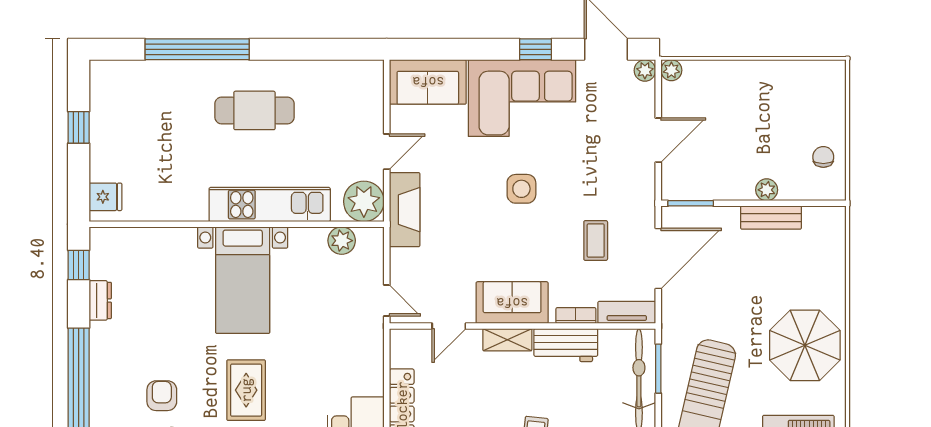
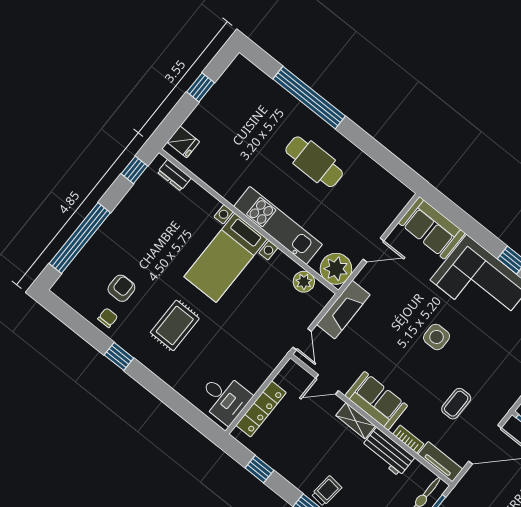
fireplace: (405, 210) -> (343, 310), moved
dresser: (100, 300) -> (174, 175), moved, turned 90

